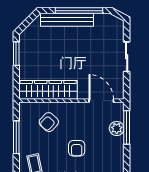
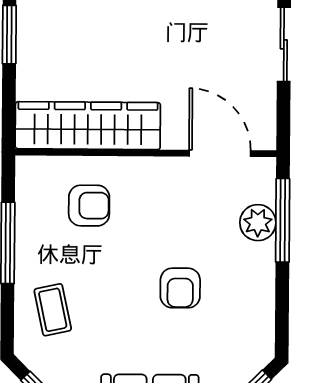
armchair: (49, 122) -> (89, 206), turned -133
armchair: (77, 148) -> (180, 288), moved

